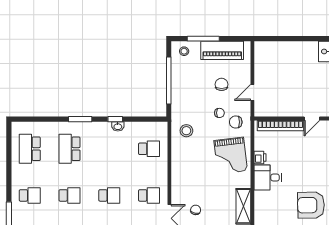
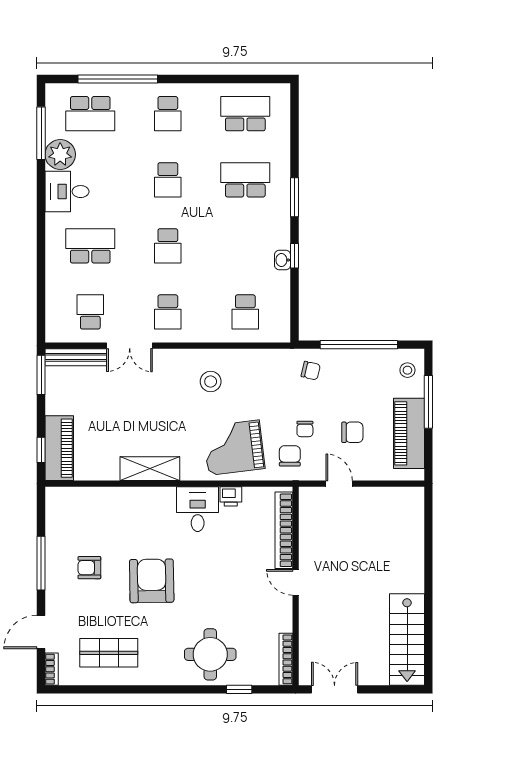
stool: (186, 131) -> (211, 382), moved
chair: (196, 210) -> (311, 371), moved

